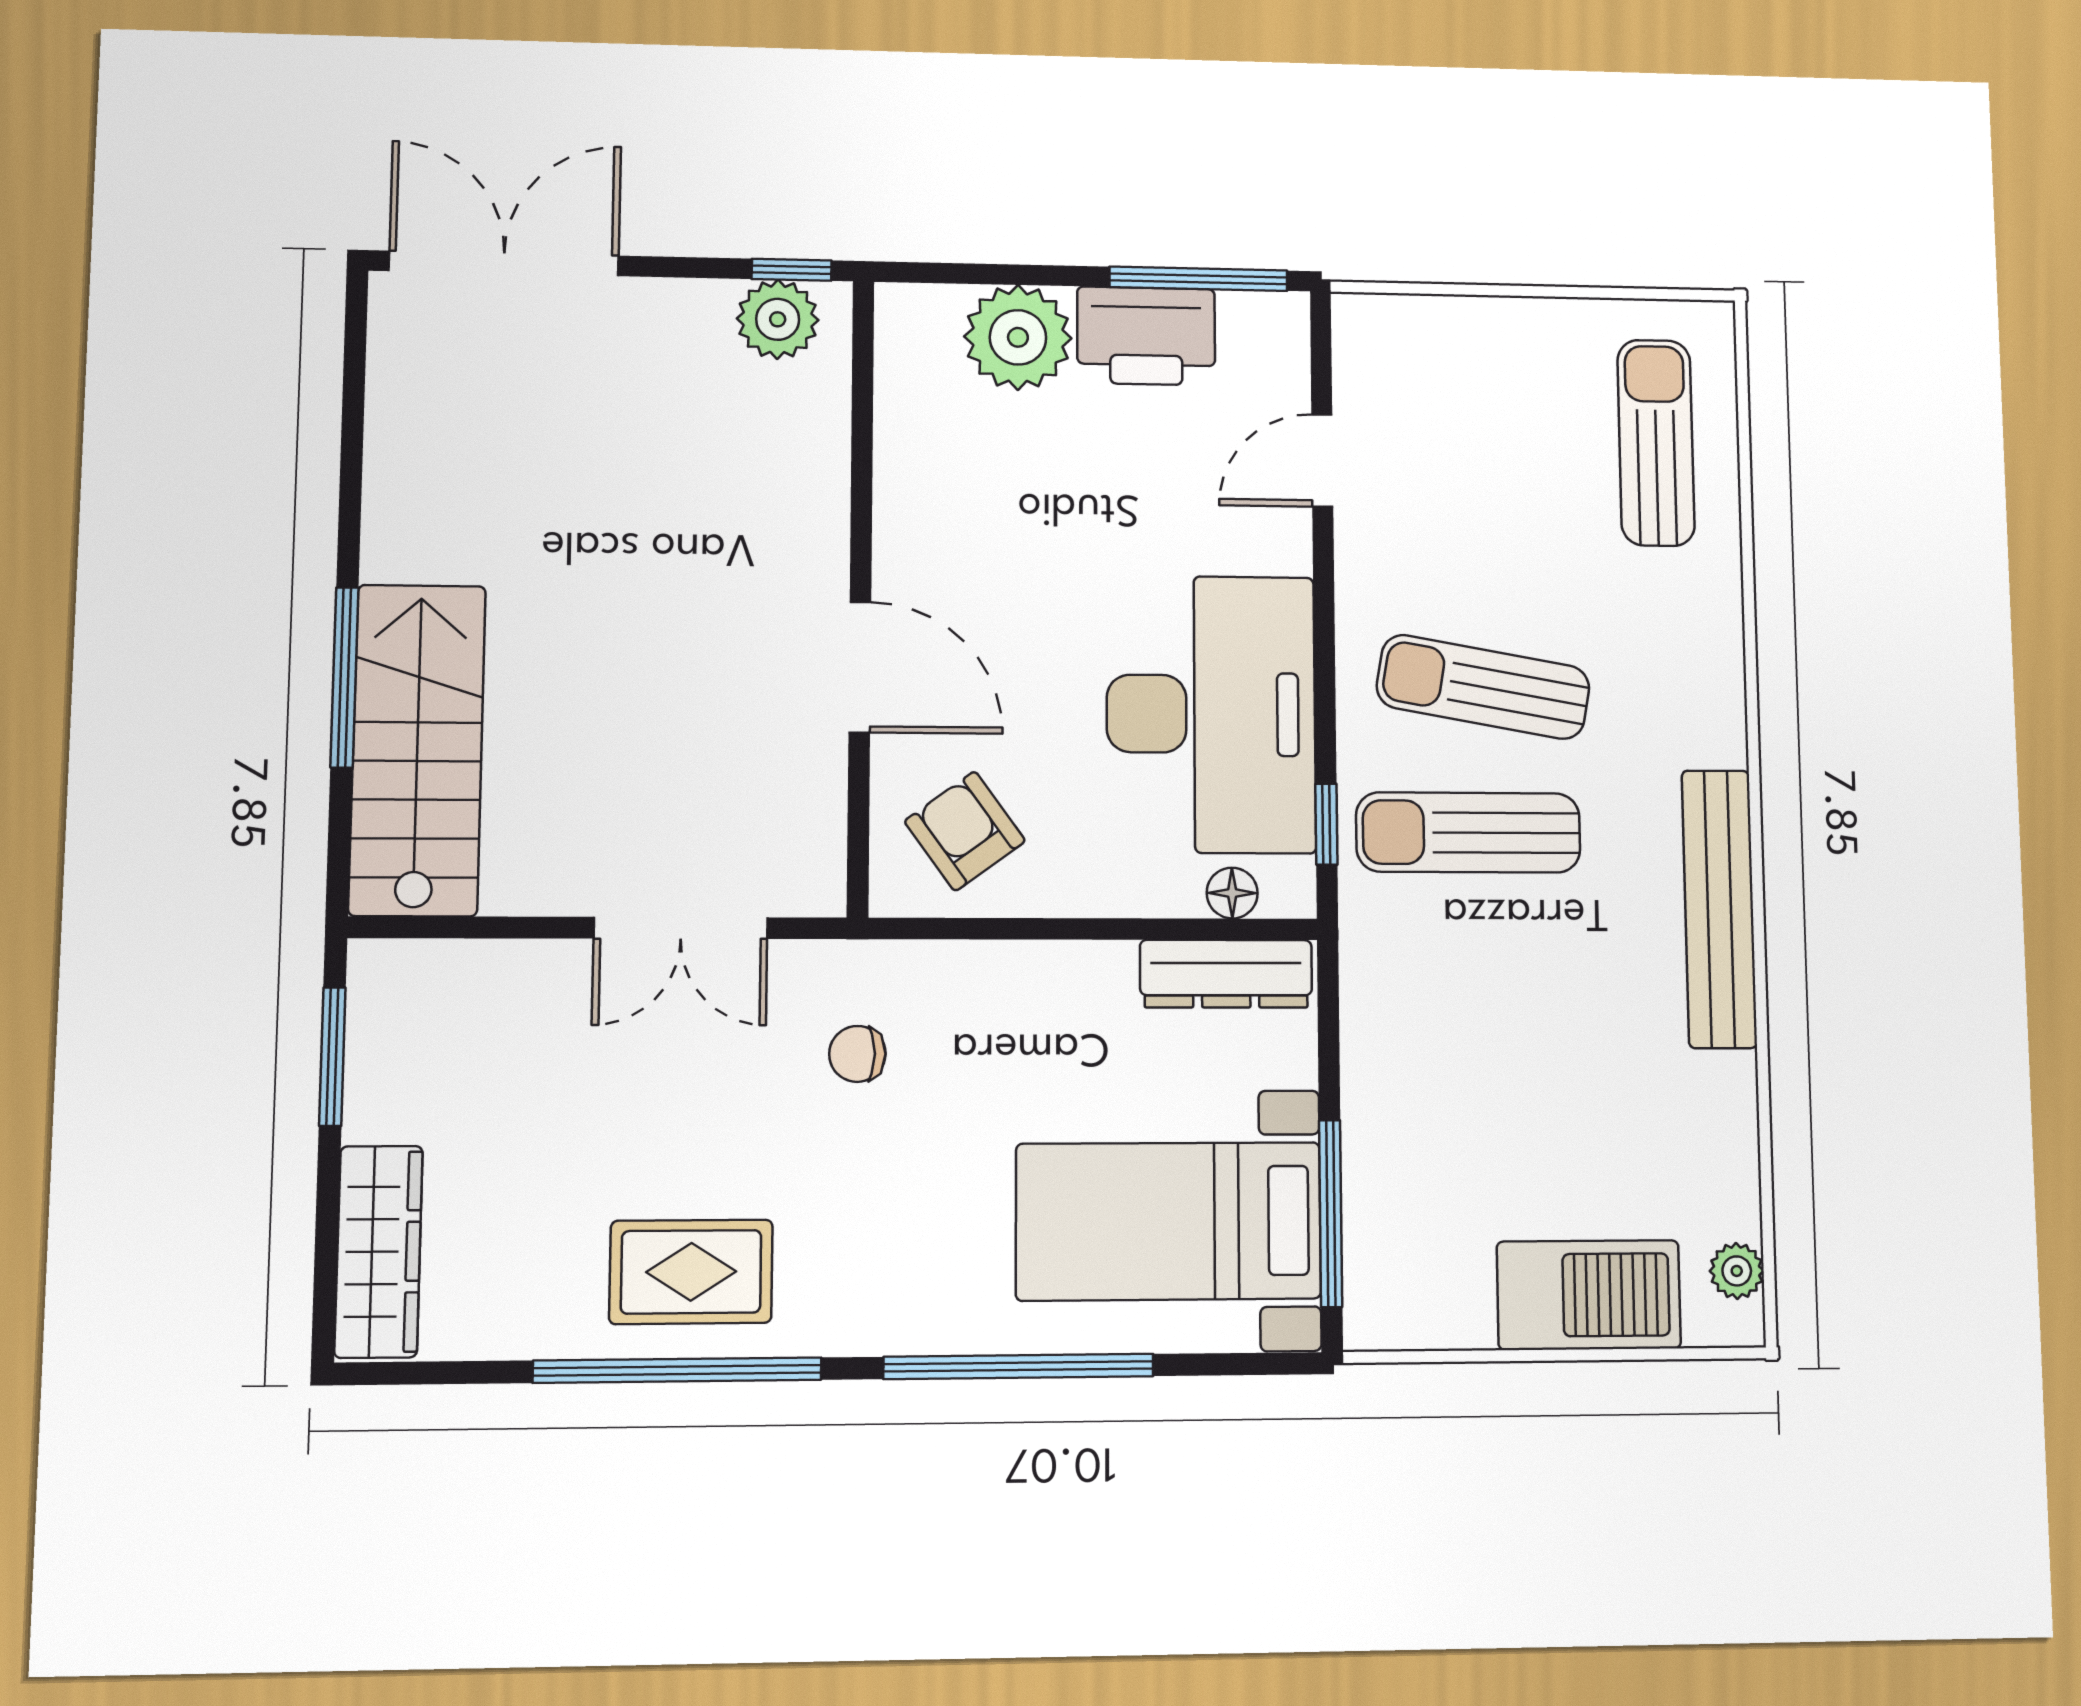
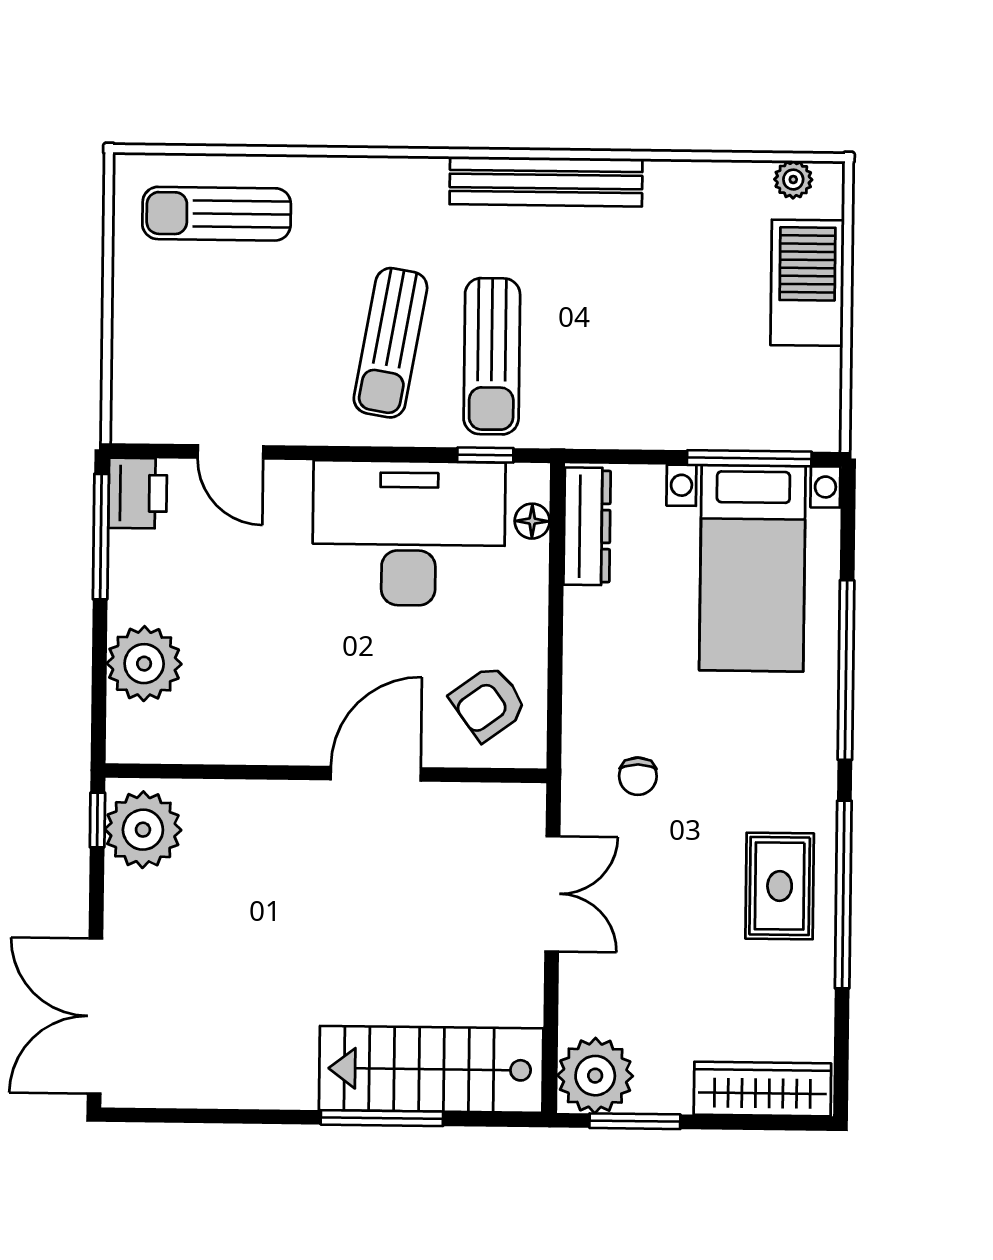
plant: (778, 319) -> (143, 830), width x1.36, depth x1.36
printer: (1146, 336) -> (138, 493), moved, width x0.73, depth x0.84
plant: (404, 995) -> (595, 1076), added

